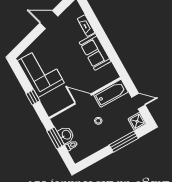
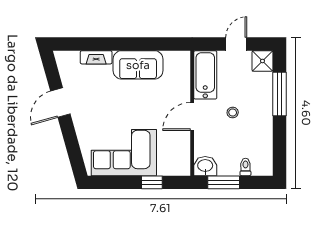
washbasin: (66, 135) -> (205, 166), moved

